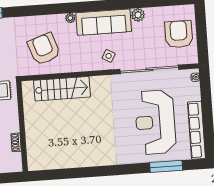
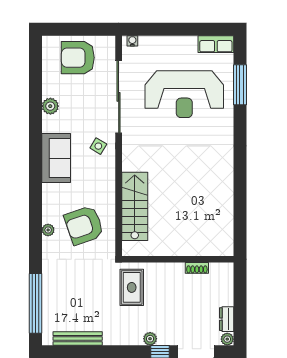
plant: (70, 18) -> (48, 230), moved
sofa: (104, 22) -> (56, 158), width x0.73
row of seats: (196, 130) -> (216, 44), width x0.50

